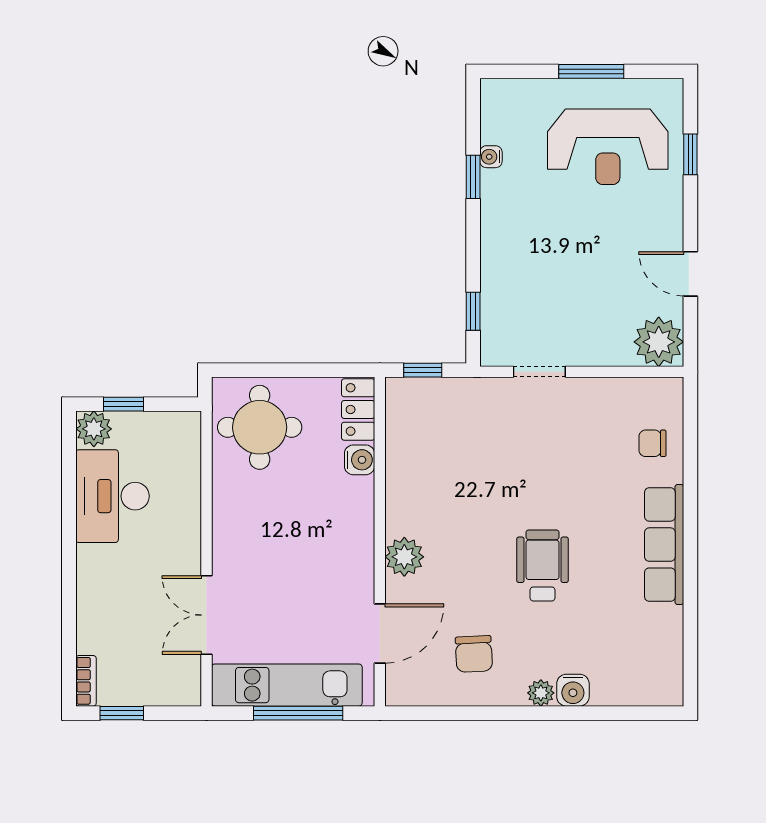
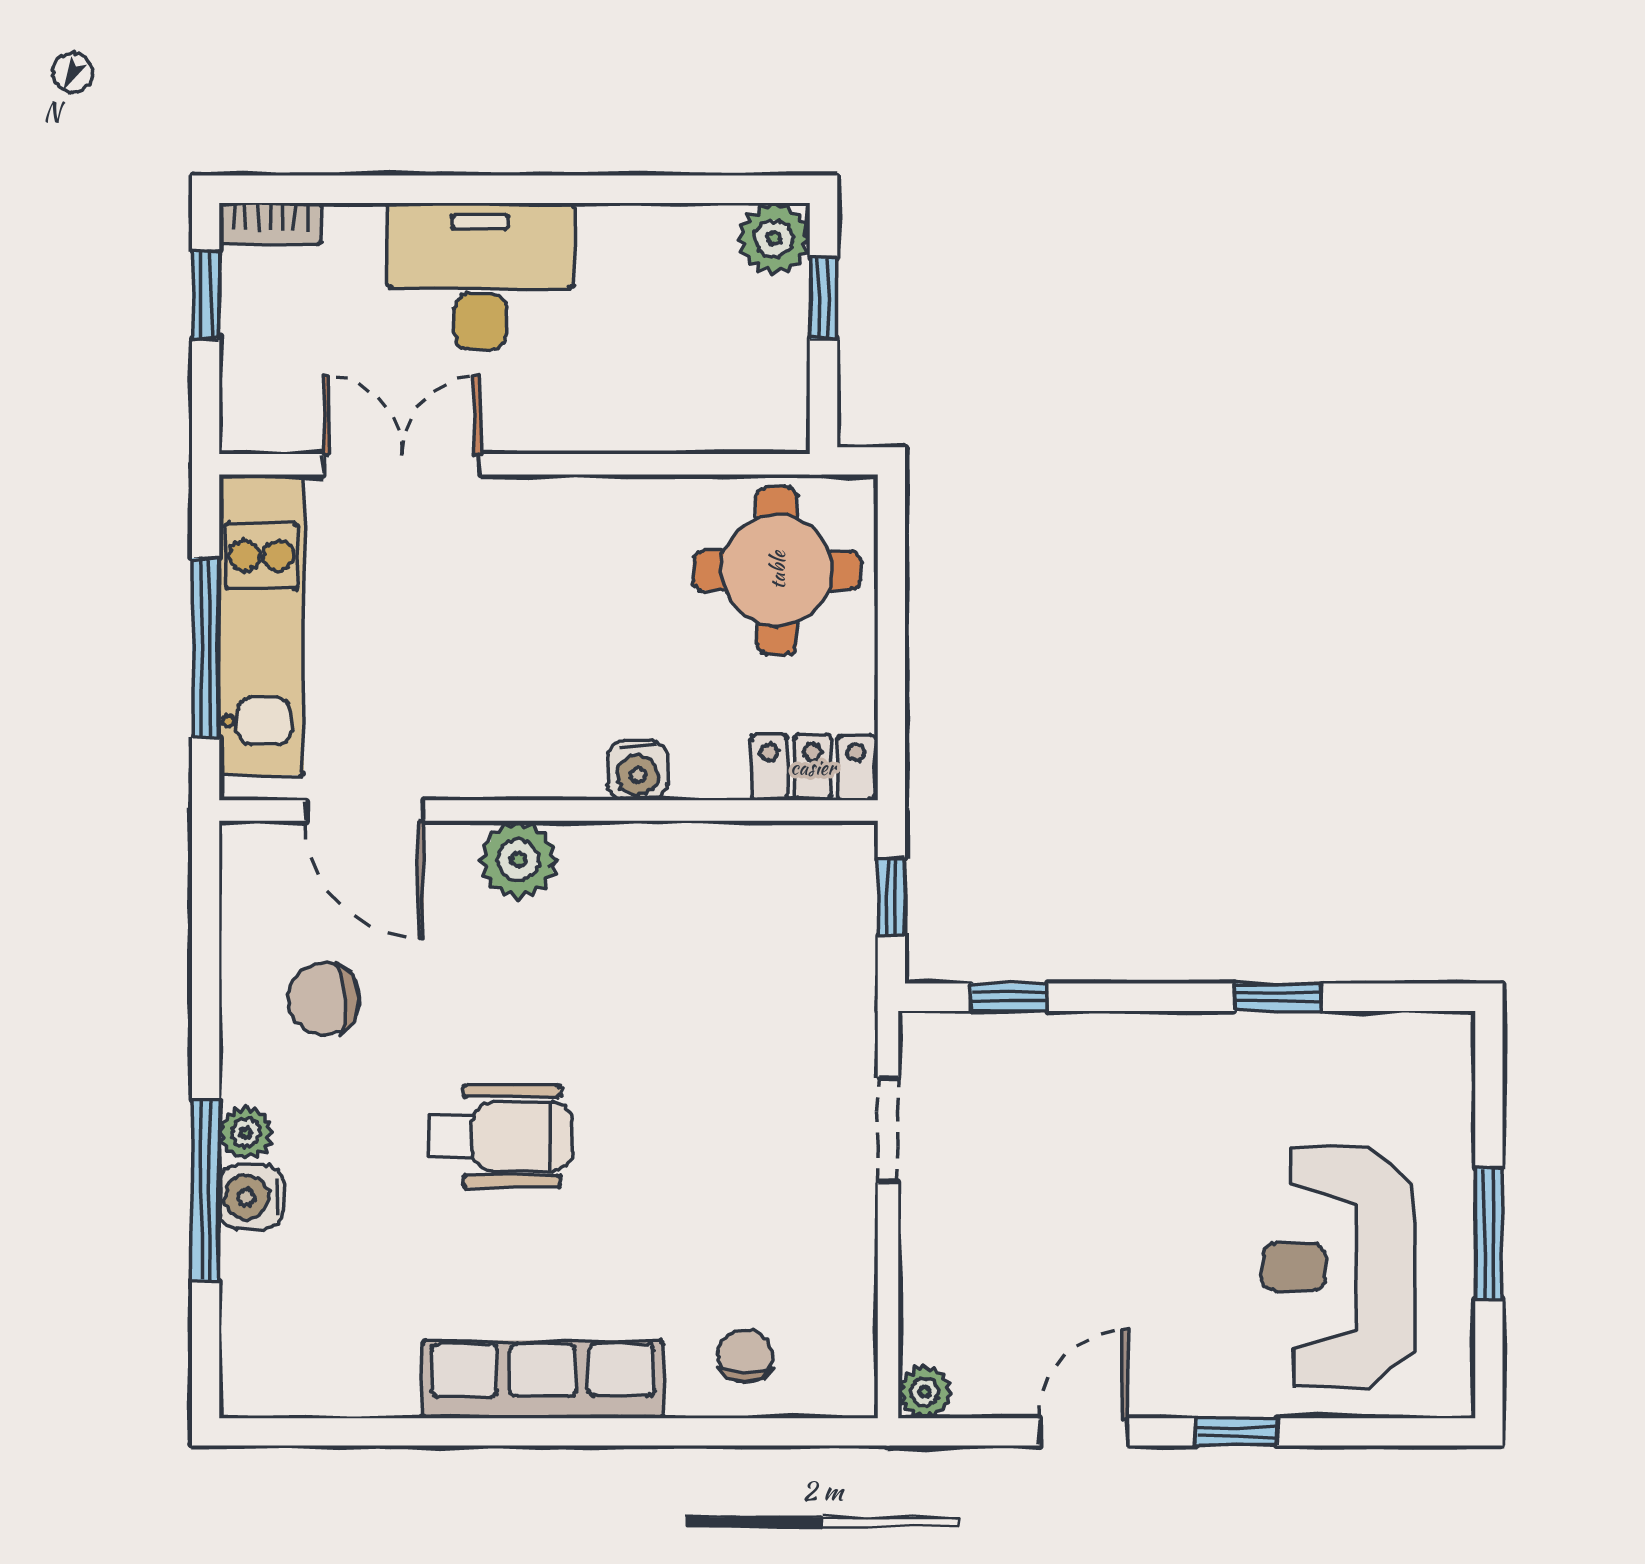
window: (690, 154) -> (1237, 1432), moved
water cooler: (491, 157) -> (1318, 1033), removed
plant: (659, 342) -> (925, 1392), width x0.53, depth x0.53
water cooler: (360, 460) -> (638, 770), moved
desk: (112, 496) -> (480, 276), moved
window: (570, 713) -> (206, 1190), added

